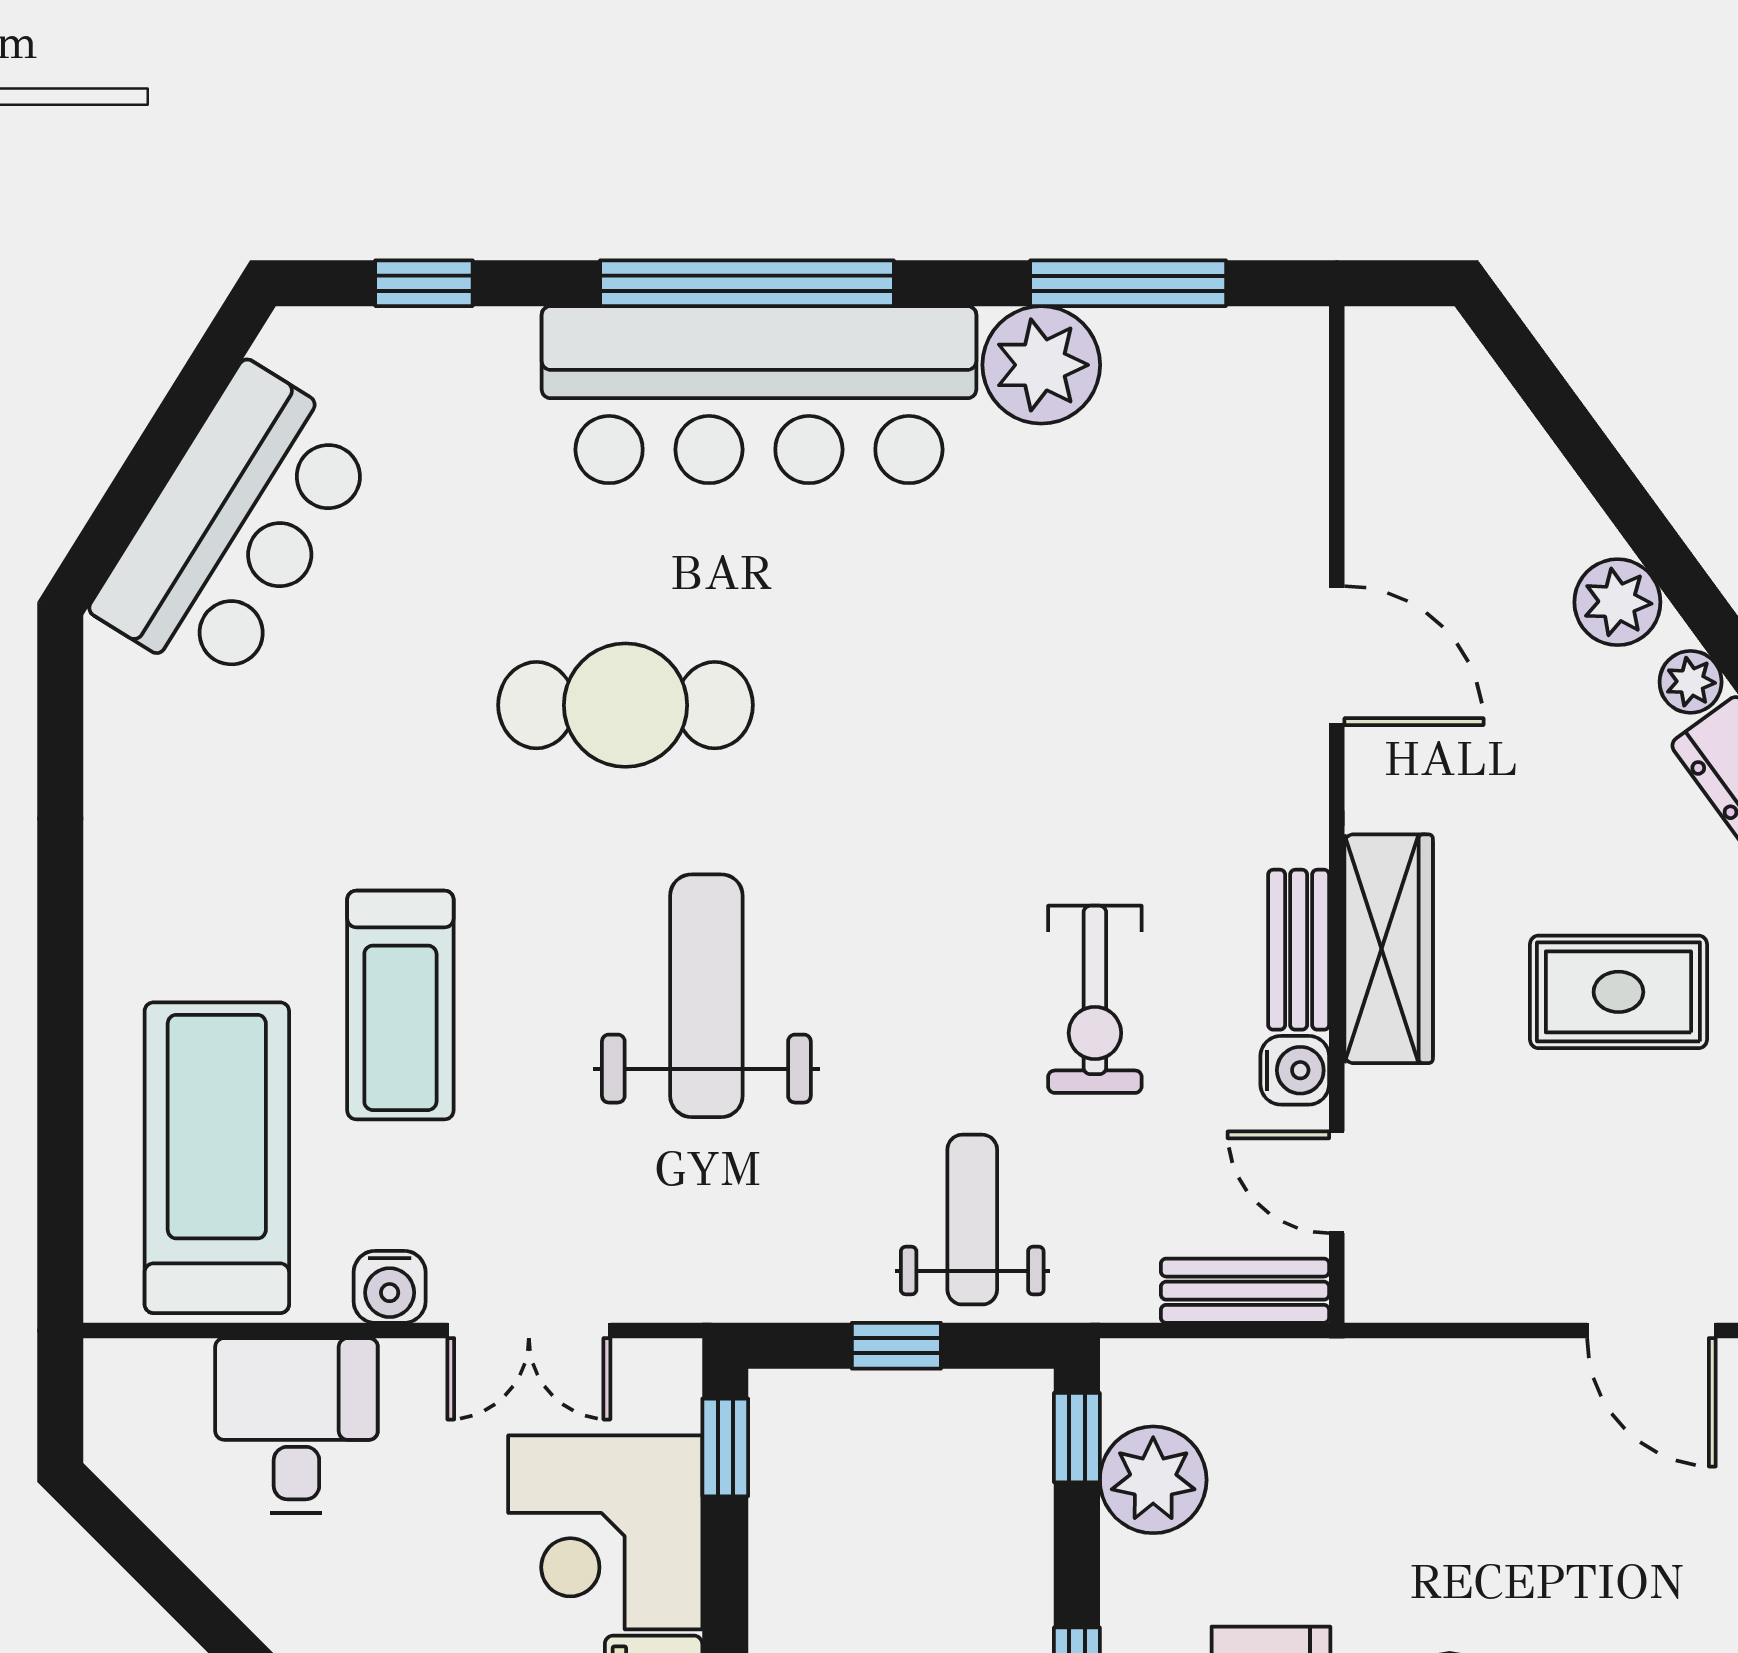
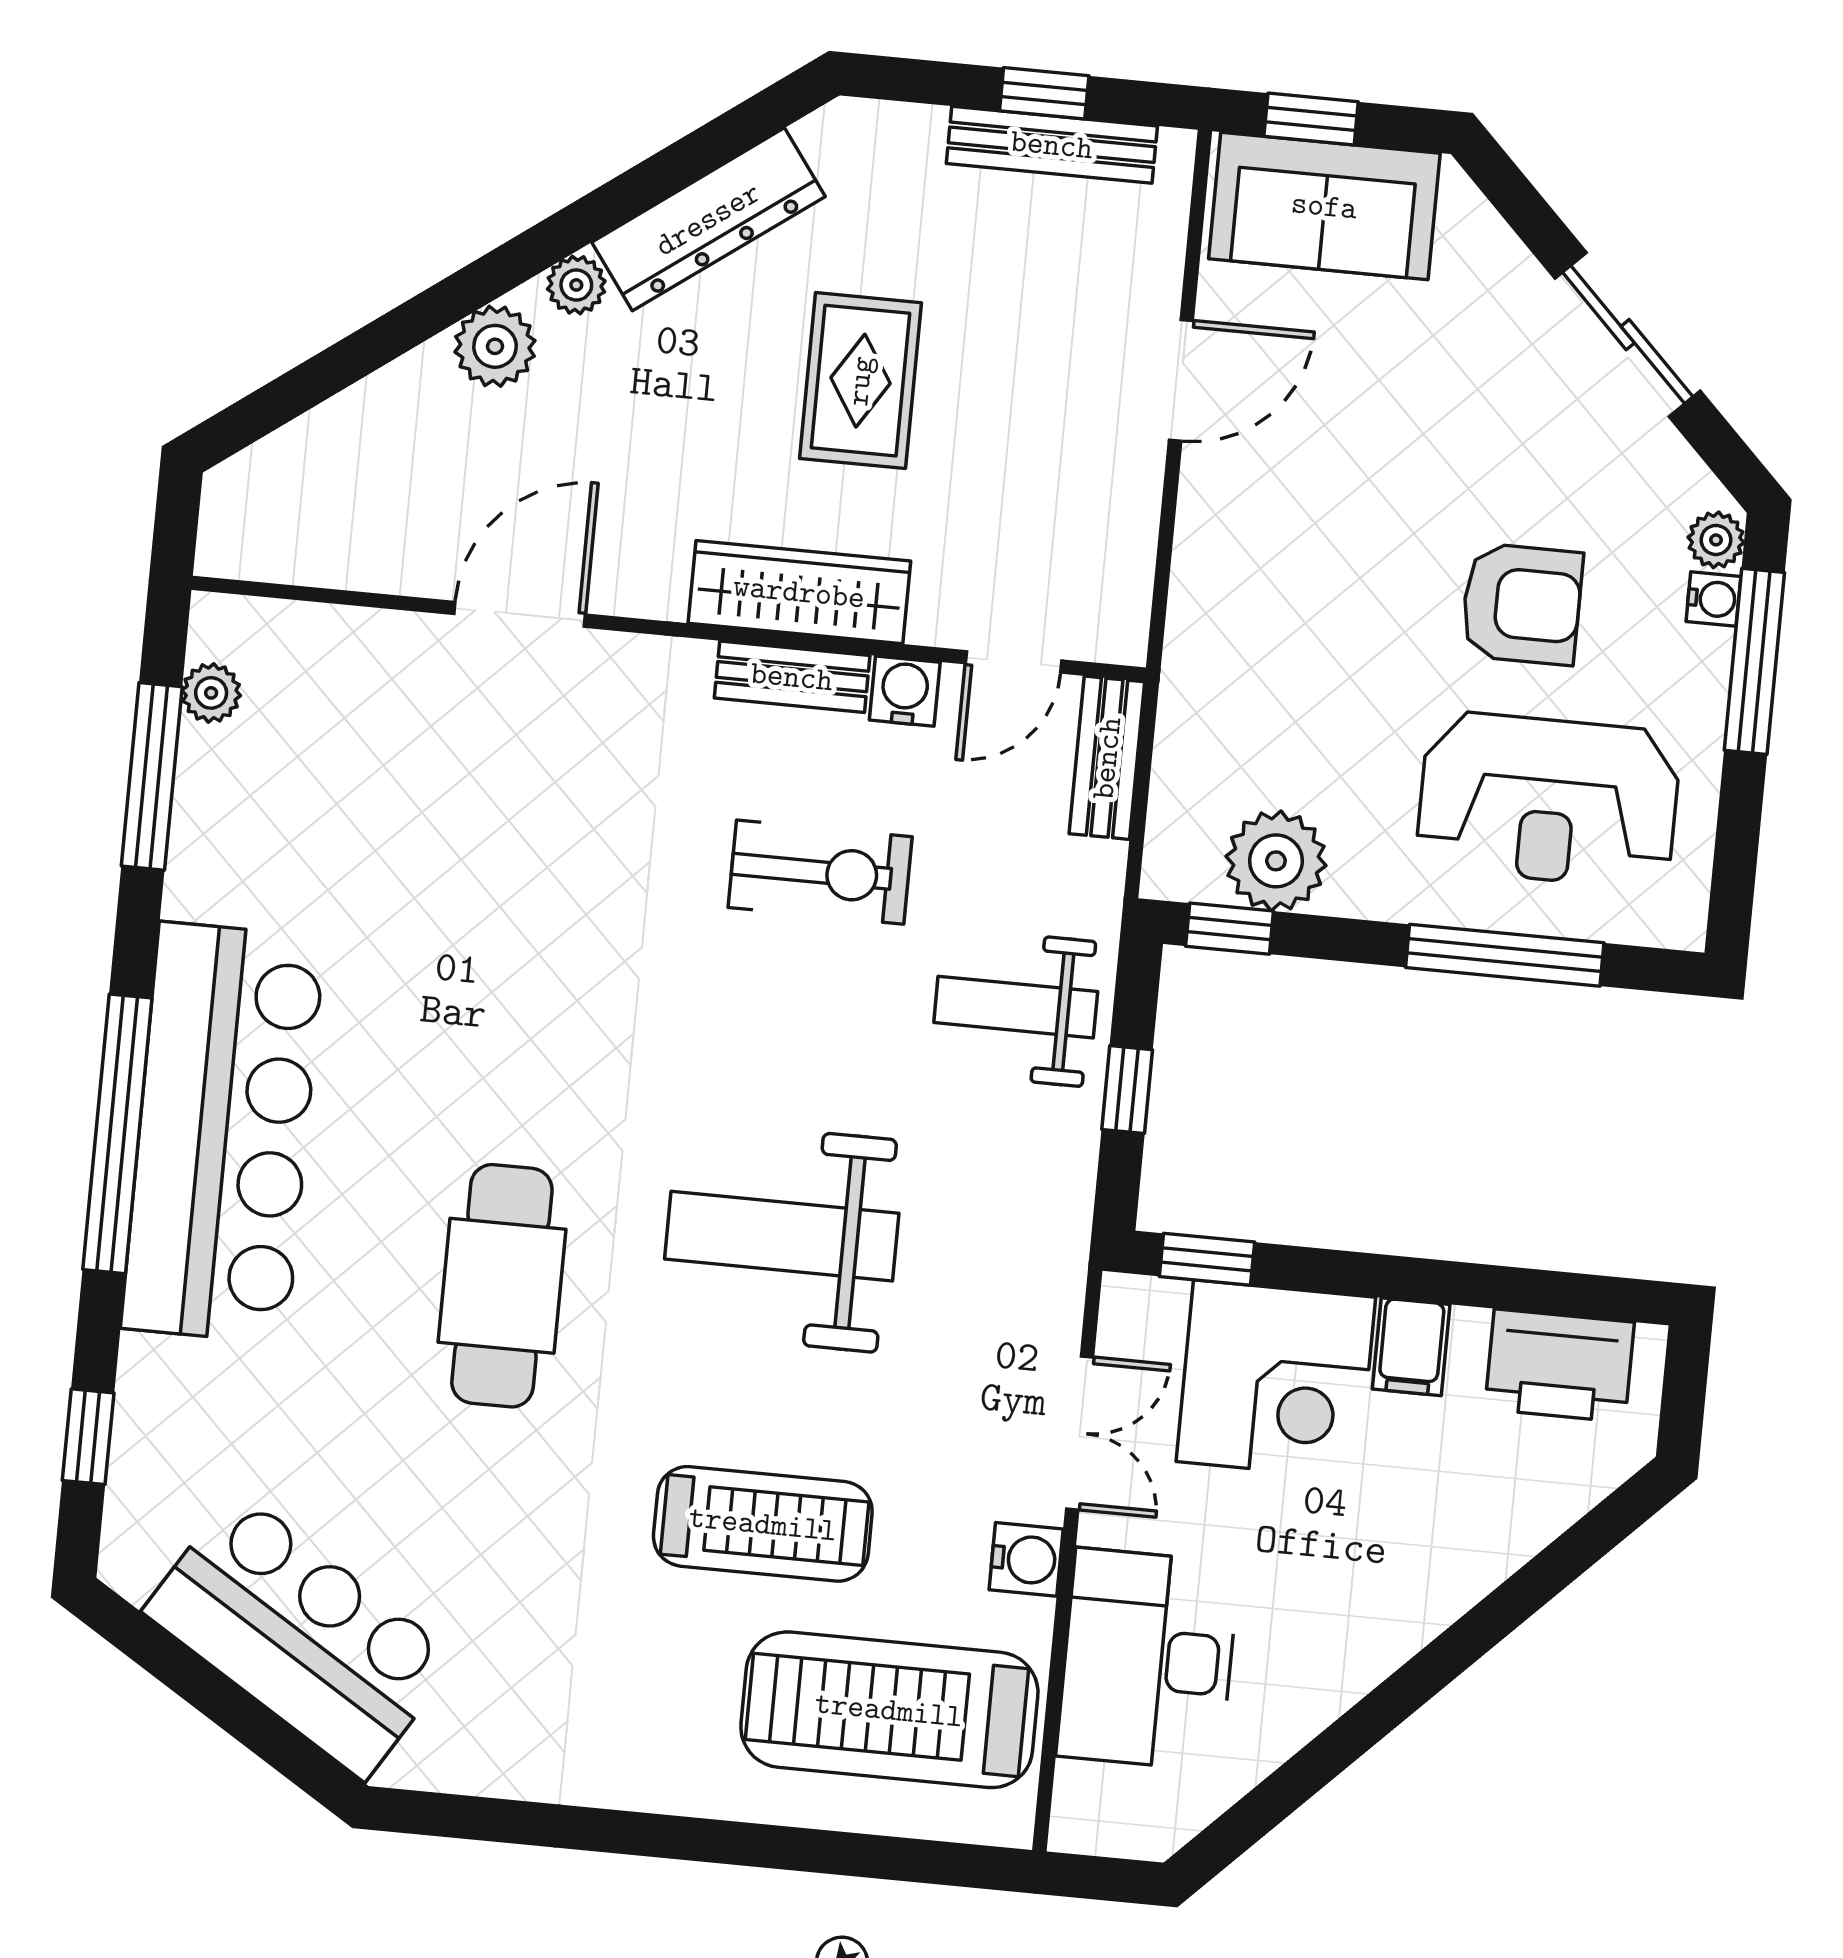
plant: (1041, 365) -> (211, 693), moved, width x0.53, depth x0.53
desk: (296, 1426) -> (1148, 1659), width x1.37

